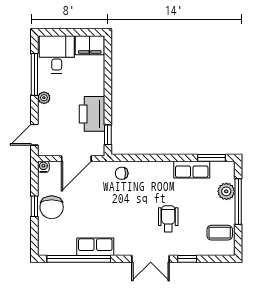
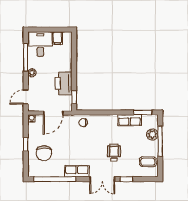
filing cabinet: (90, 45) -> (57, 38), width x0.50
chair: (52, 207) -> (44, 153), moved
row of seats: (95, 247) -> (77, 171), moved

